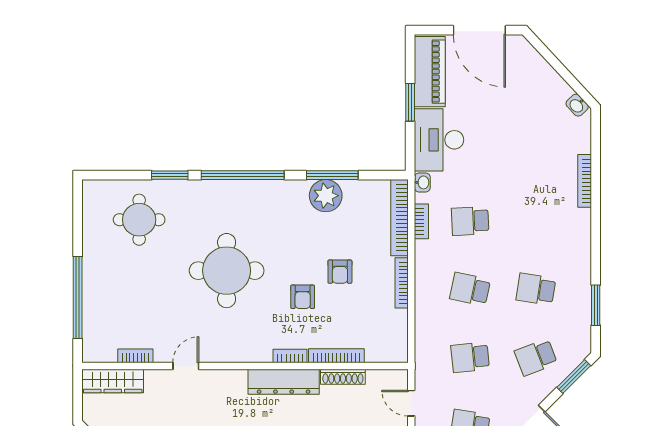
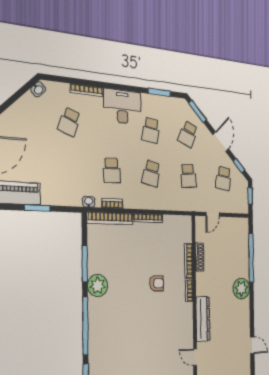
desk: (439, 140) -> (122, 107), moved, turned 180
school desk: (536, 153) -> (69, 122), added
plant: (326, 196) -> (98, 286), moved
round table: (227, 271) -> (142, 334), removed
armchair: (340, 272) -> (142, 259), removed
school desk: (536, 357) -> (188, 134), turned 45
dresser: (284, 382) -> (203, 319), moved

